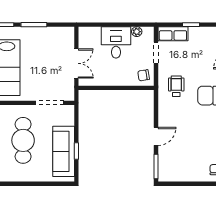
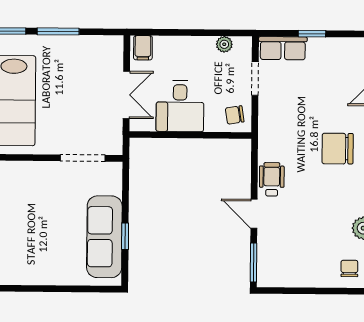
filing cabinet: (86, 34) -> (143, 48), added
desk: (116, 42) -> (180, 106), moved, turned 180
wheelchair: (176, 86) -> (272, 179), moved
door: (156, 136) -> (254, 214), swing flipped
cafe table: (23, 140) -> (39, 218), removed

